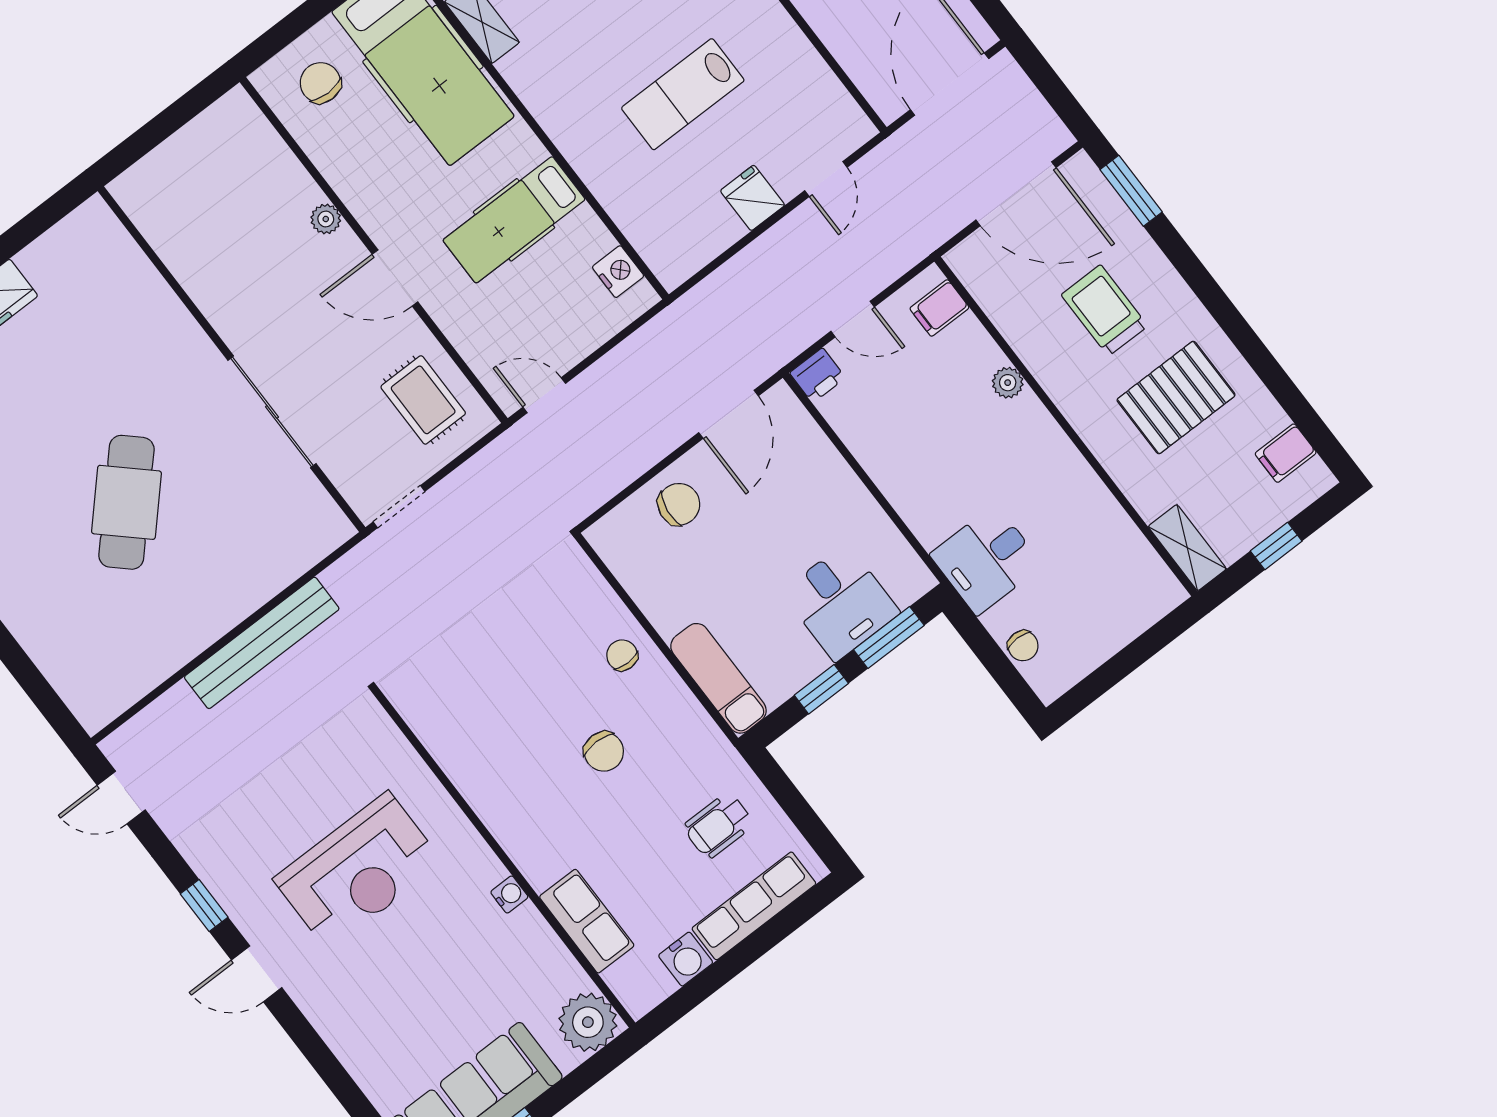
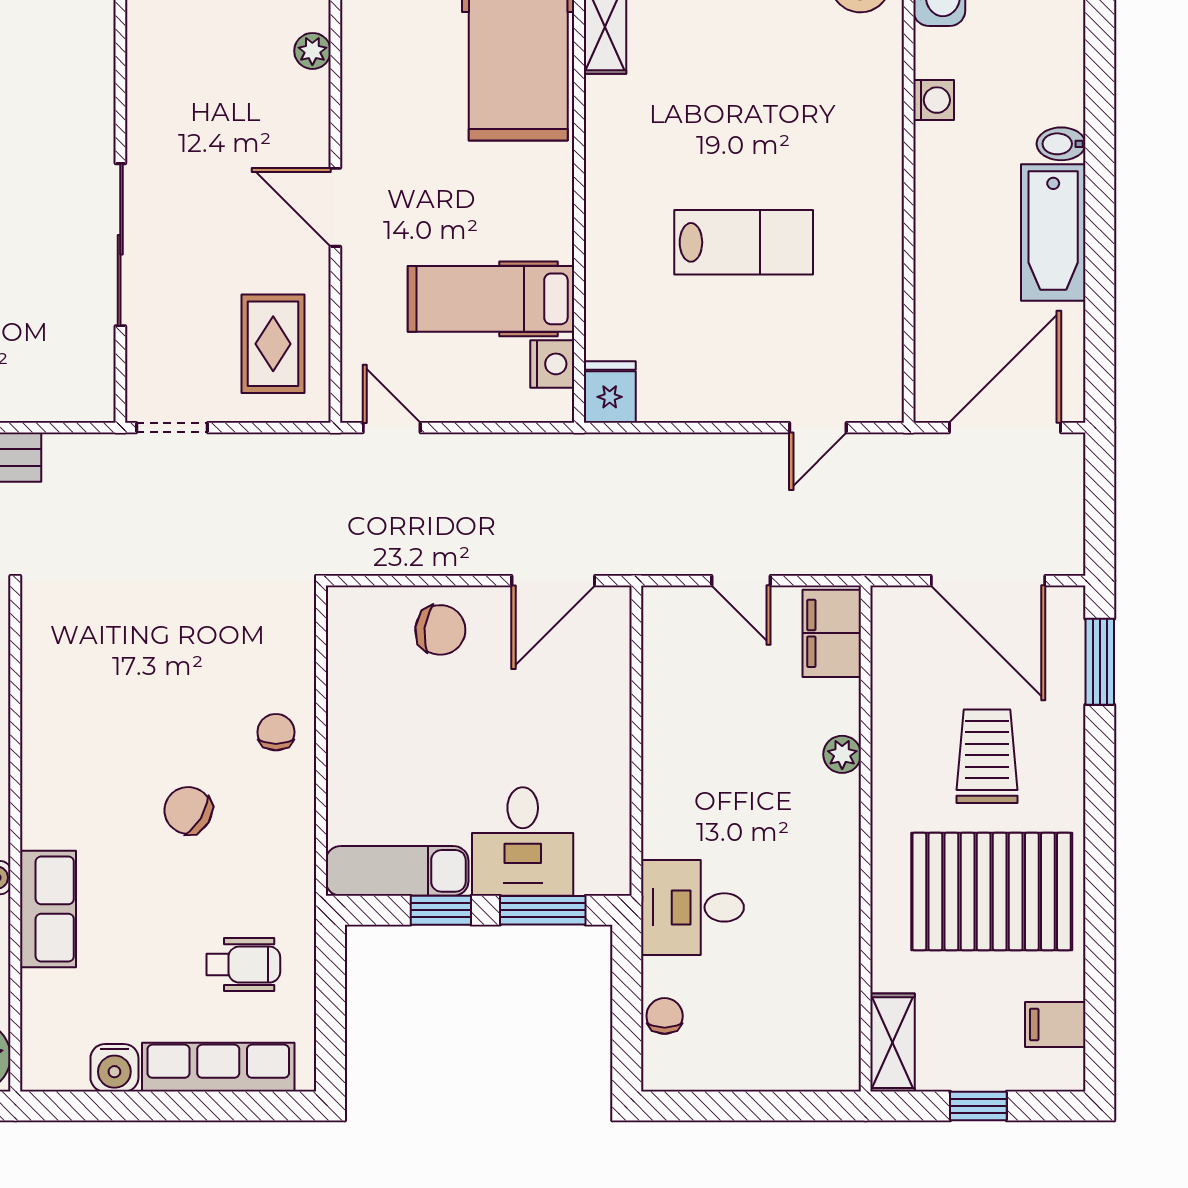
lab bench: (683, 94) -> (744, 242), turned 180
fridge: (753, 198) -> (610, 392), moved
plant: (326, 219) -> (312, 51), moved
hospital bed: (514, 220) -> (491, 299), moved
filing cabinet: (939, 308) -> (832, 633), width x2.00
printer: (818, 375) -> (667, 608), removed
pallet: (1176, 397) -> (992, 891), width x1.37, depth x1.41
chair: (1023, 646) -> (665, 1016), turned 180
exam couch: (718, 678) -> (397, 871), moved, turned -90
chair: (604, 752) -> (188, 810), turned 121
wheelchair: (718, 825) -> (243, 965), turned 180
row of seats: (587, 921) -> (48, 909), moved

